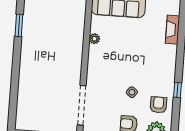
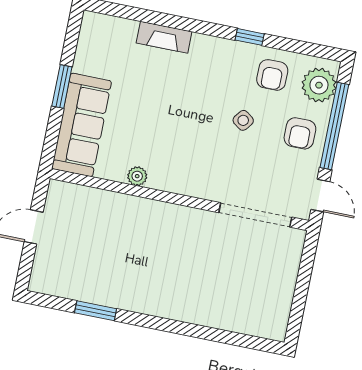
fireplace: (173, 30) -> (164, 37), moved
armchair: (158, 105) -> (272, 75), turned -91

